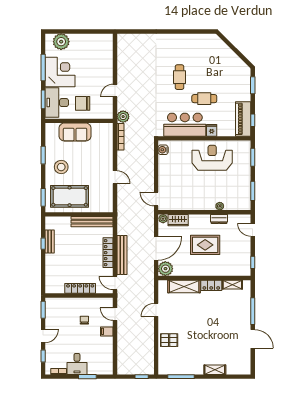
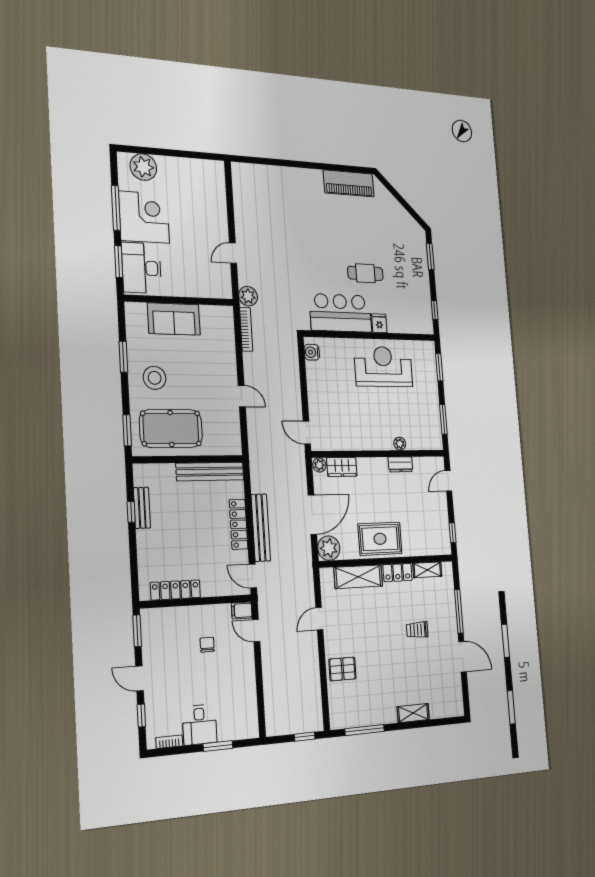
cafe table: (179, 77) -> (328, 238), removed
chair: (83, 103) -> (183, 272), removed
piano: (243, 119) -> (349, 183), moved, turned -90
door: (253, 230) -> (448, 481), hinge flipped
rug: (205, 245) -> (380, 539), moved
locker: (80, 288) -> (175, 590), moved
trolley: (222, 321) -> (417, 630), added
filing cabinet: (107, 331) -> (242, 611), moved
door: (43, 336) -> (140, 678), swing flipped

